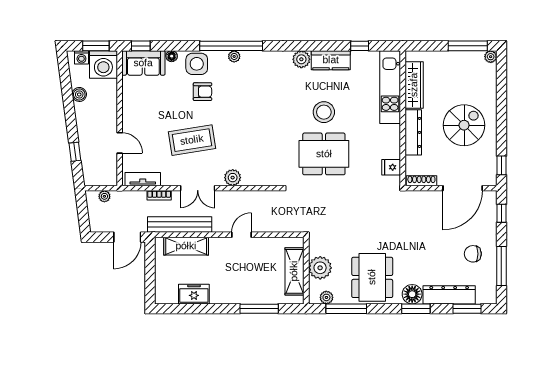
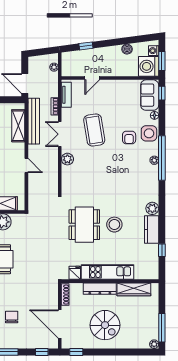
kitchen unit: (390, 87) -> (107, 272), moved
chair: (473, 254) -> (12, 317), moved

